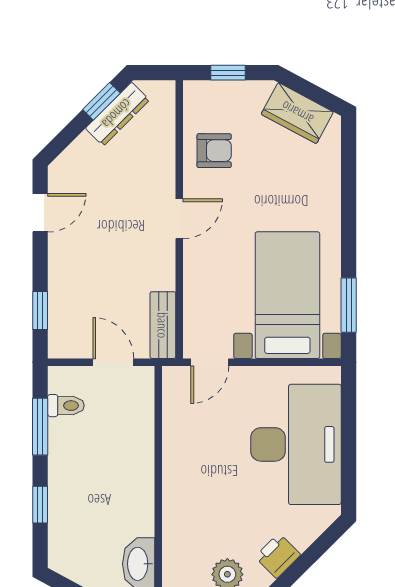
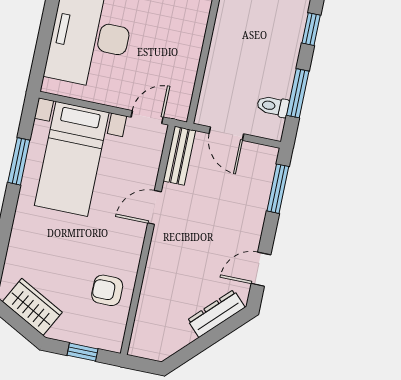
window: (101, 101) -> (191, 350), removed
dresser: (117, 114) -> (216, 314), moved
door: (179, 219) -> (154, 207), moved
window: (349, 305) -> (19, 161), moved
window: (40, 311) -> (278, 189), width x1.50

